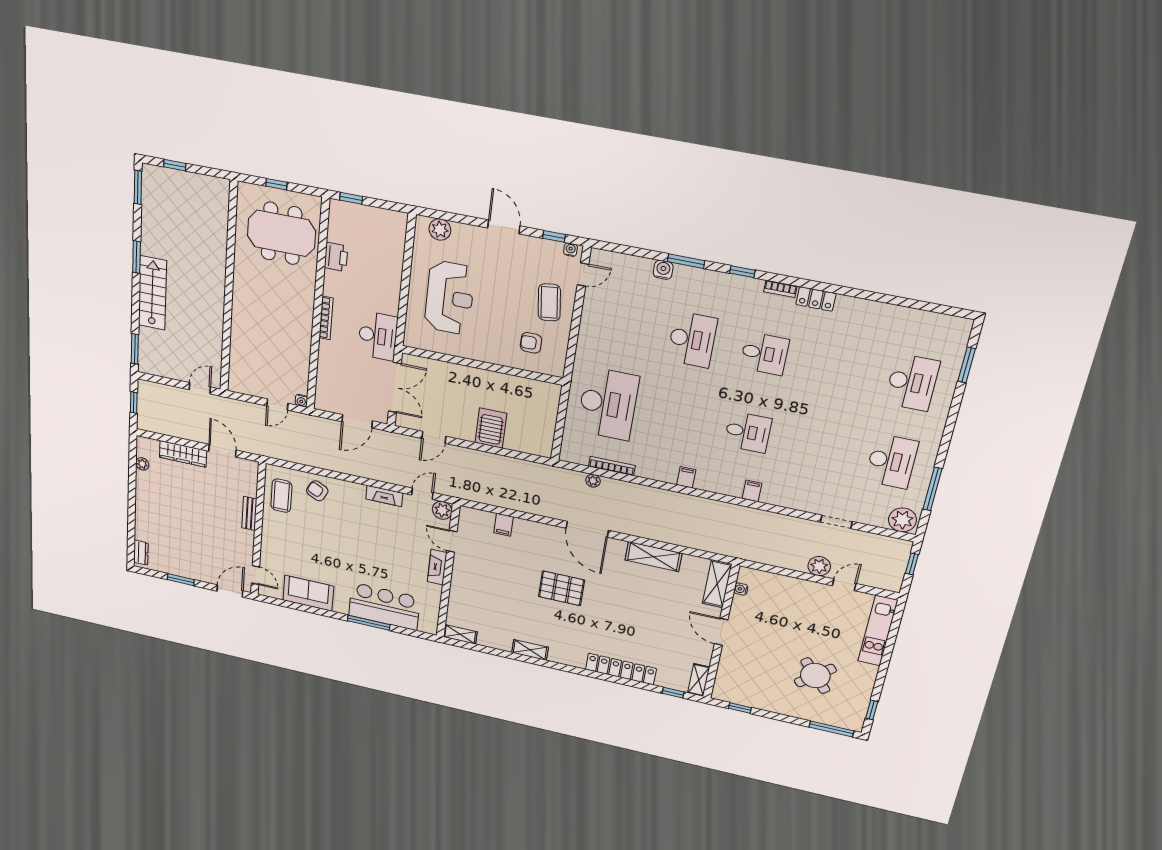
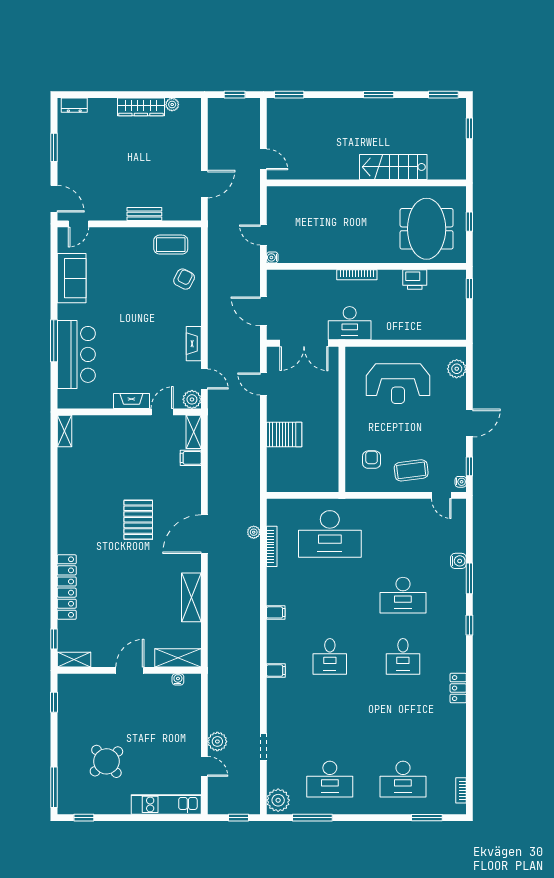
bookcase: (780, 289) -> (461, 790), moved
stairs: (152, 293) -> (393, 167), moved, turned 180
wardrobe: (183, 454) -> (141, 107), moved, turned -90
shelving: (530, 650) -> (194, 432), moved

